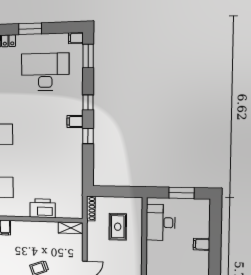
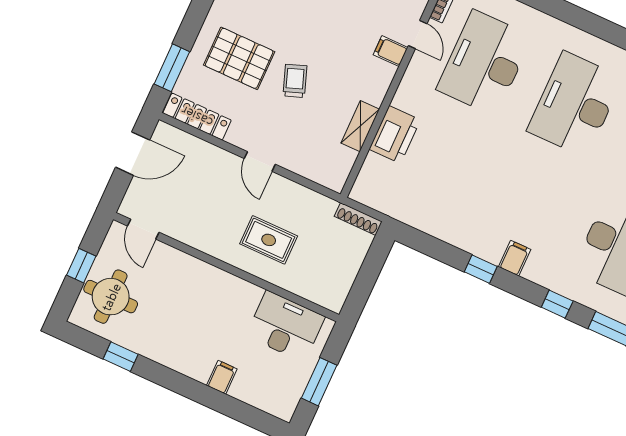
window: (88, 102) -> (557, 304), moved
rug: (118, 227) -> (269, 240), moved
shelving: (71, 228) -> (360, 126), moved

